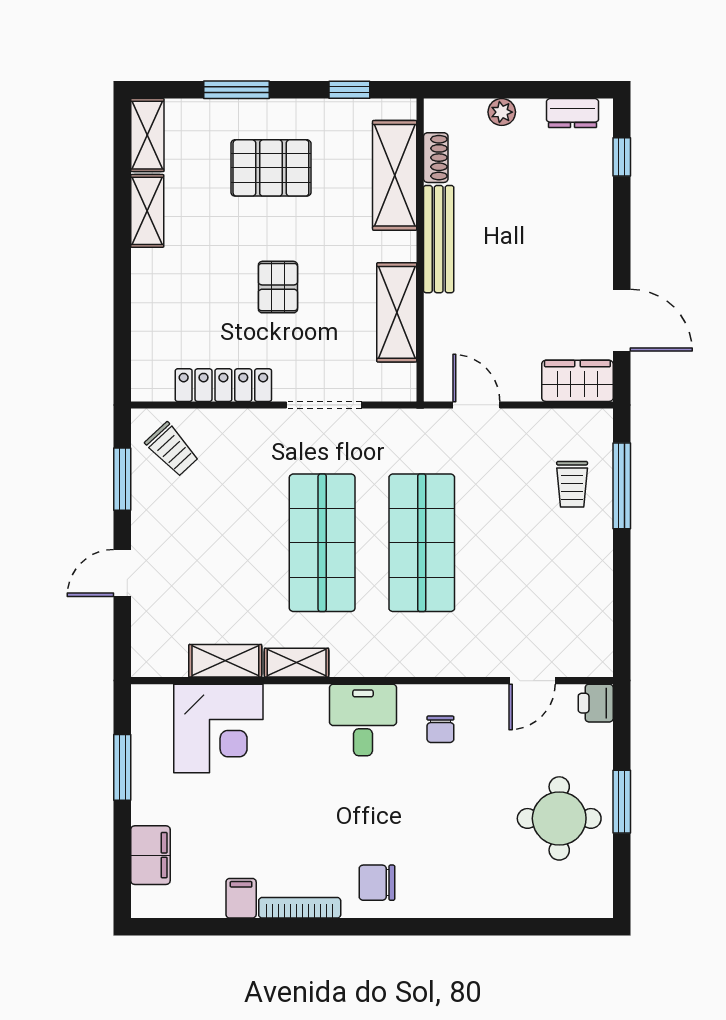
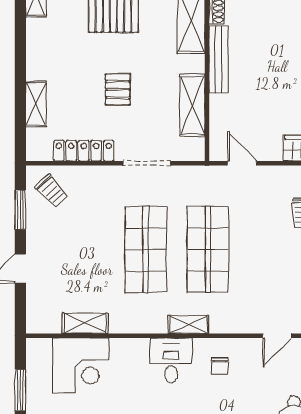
shelving: (147, 211) -> (36, 104), moved
shelving: (297, 663) -> (188, 325), moved

